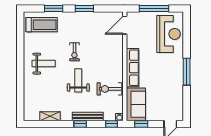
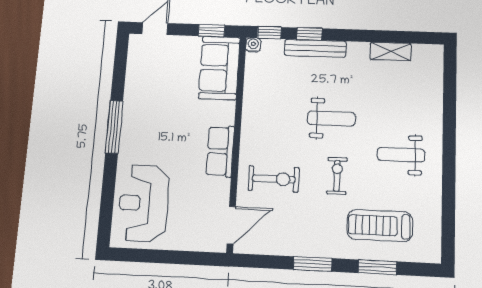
window: (154, 8) -> (168, 257), removed
treadmill: (42, 25) -> (380, 226), moved
row of seats: (132, 68) -> (220, 151), width x0.68
weight bench: (78, 80) -> (331, 118), turned -90
exercise bike: (109, 89) -> (274, 179), moved
window: (80, 124) -> (309, 34), moved

